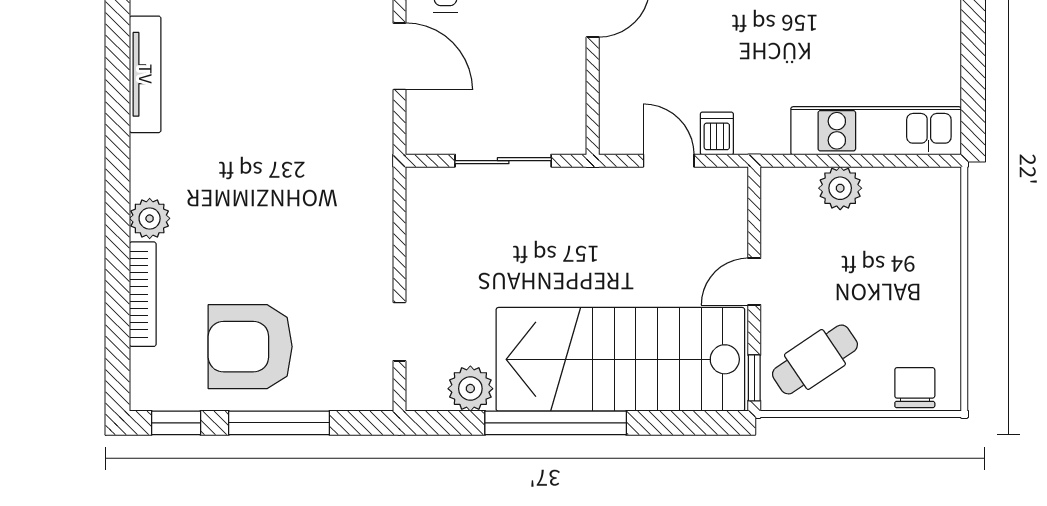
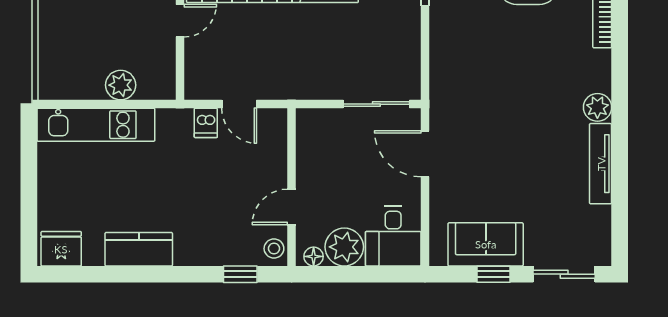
door: (399, 56) -> (425, 154), moved
sliding door: (503, 161) -> (376, 104), moved
plant: (150, 218) -> (597, 107), moved

